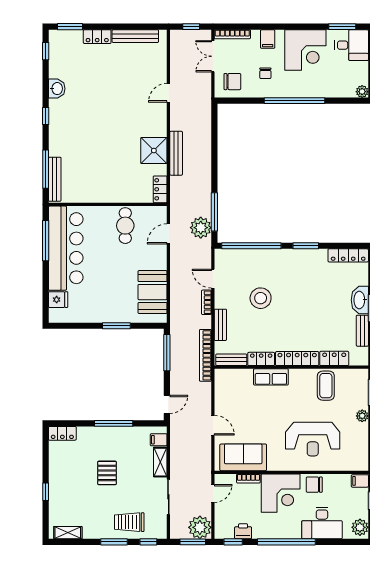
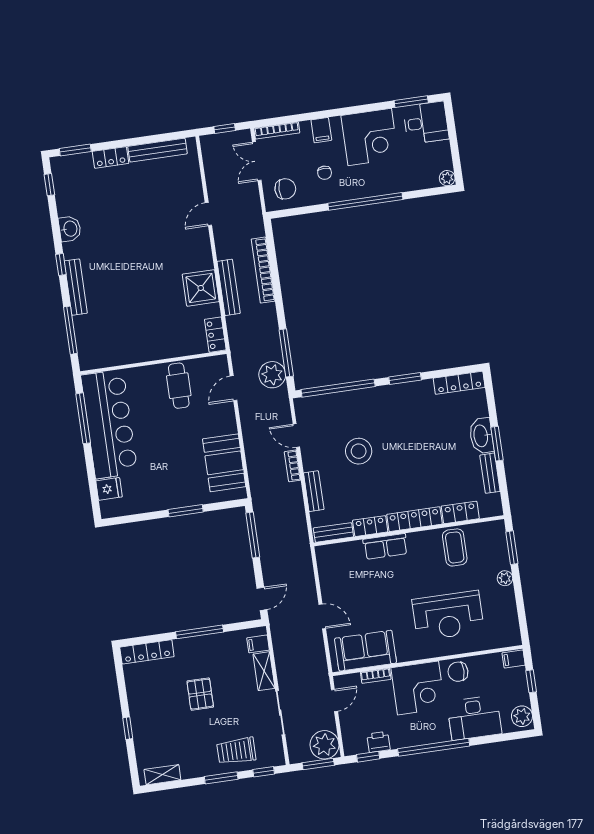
bench: (55, 179) -> (76, 287), moved
bookcase: (205, 355) -> (263, 270), moved
locker: (62, 433) -> (147, 652), width x1.53

